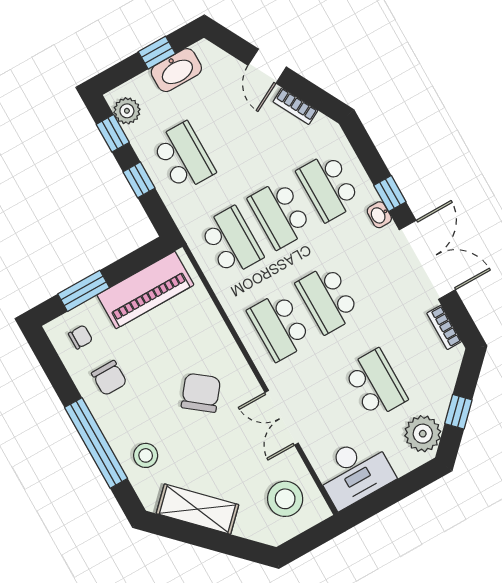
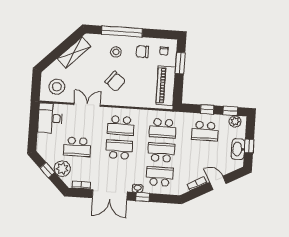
school desk: (279, 326) -> (121, 126), turned 180
plant: (423, 434) -> (62, 169), moved
stool: (146, 455) -> (116, 52), moved

